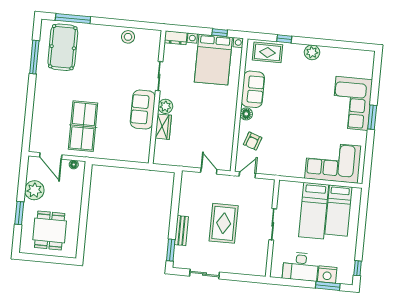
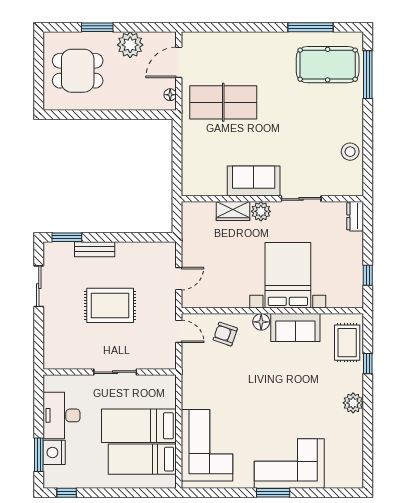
bed with nightstands: (213, 60) -> (288, 275), moved, turned 90

